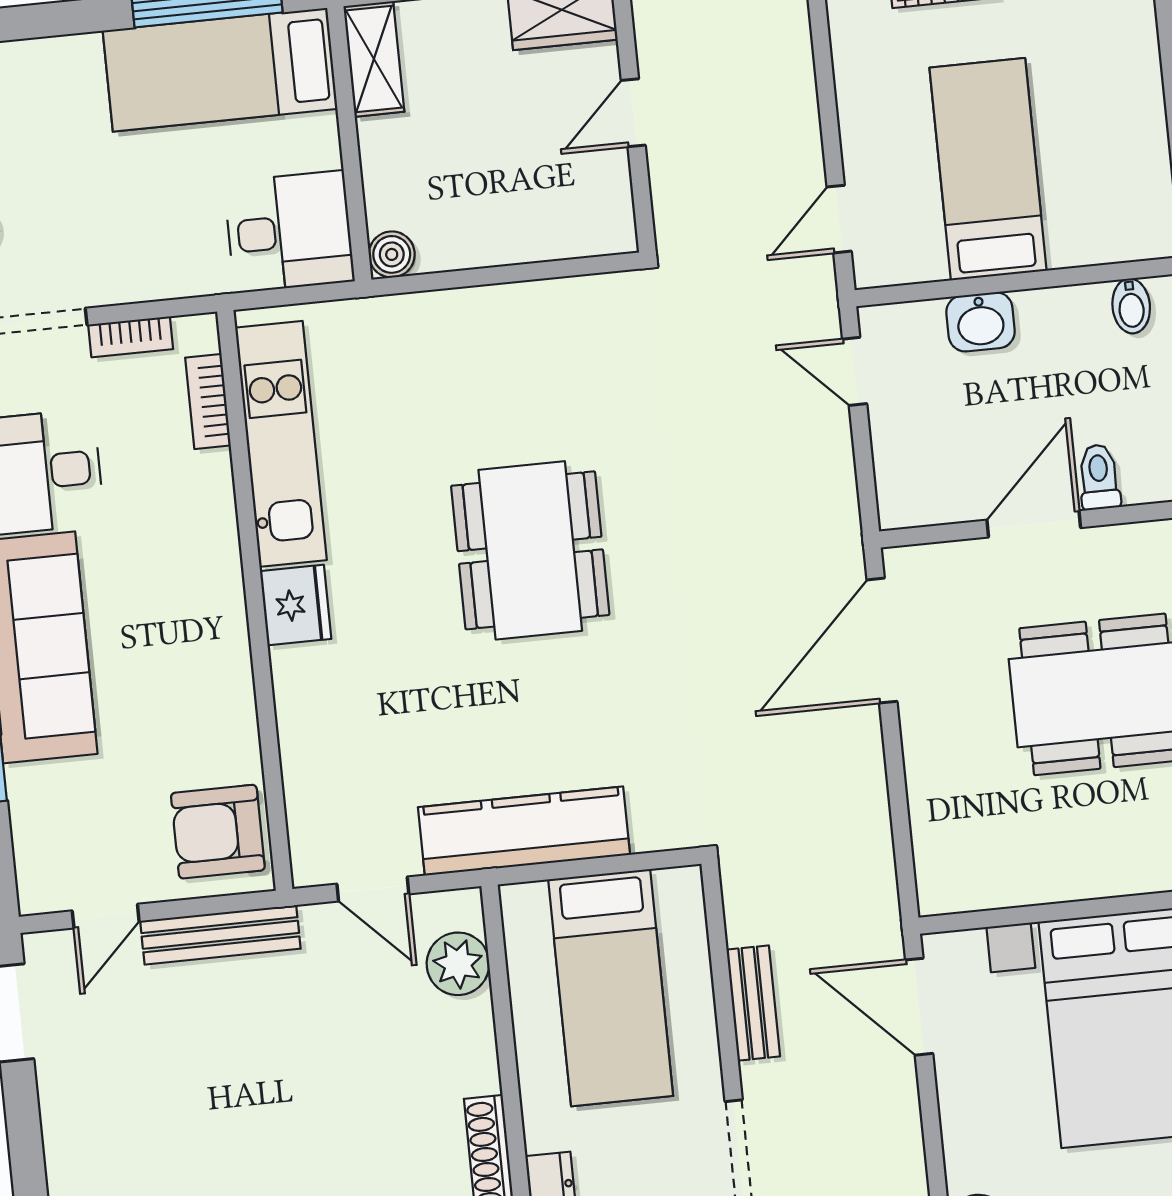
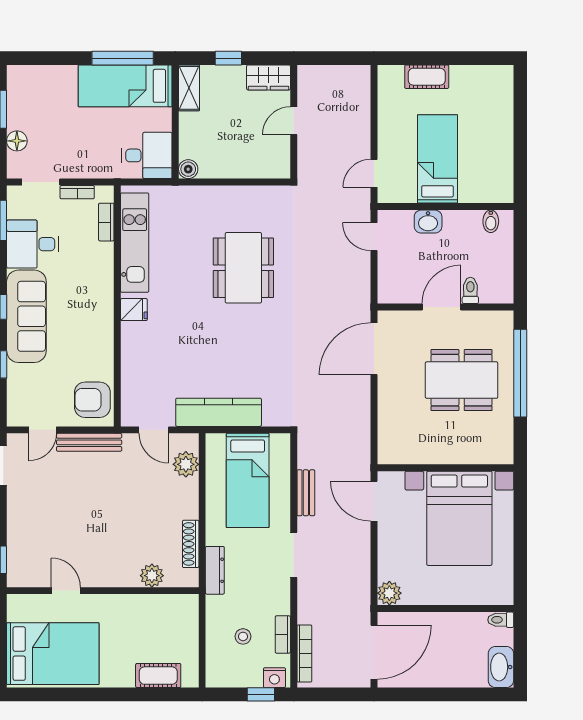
dining table: (530, 550) -> (243, 268), moved
fridge: (296, 605) -> (134, 310), width x0.72

